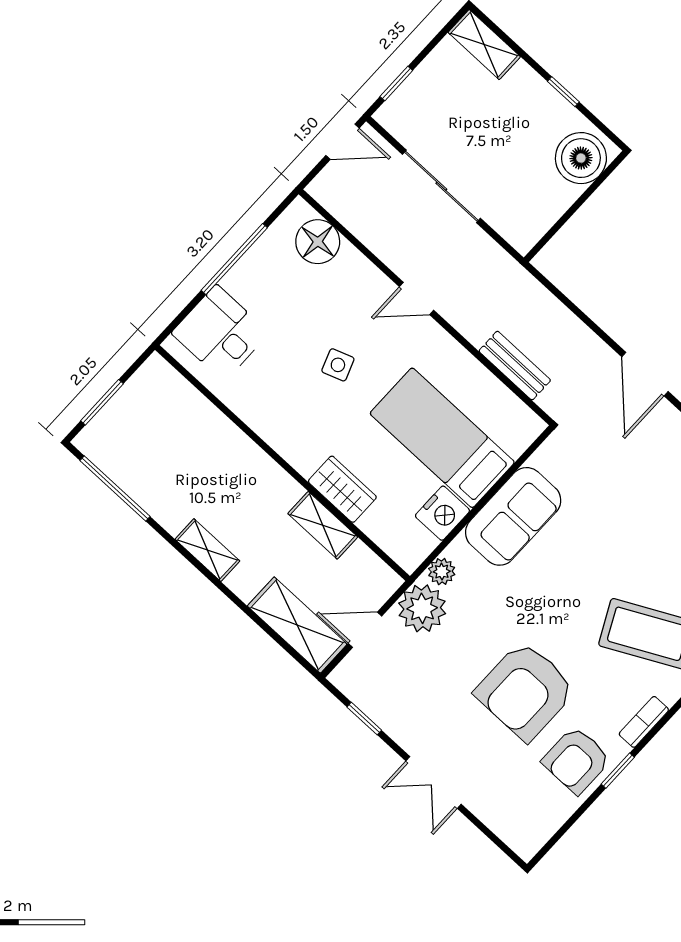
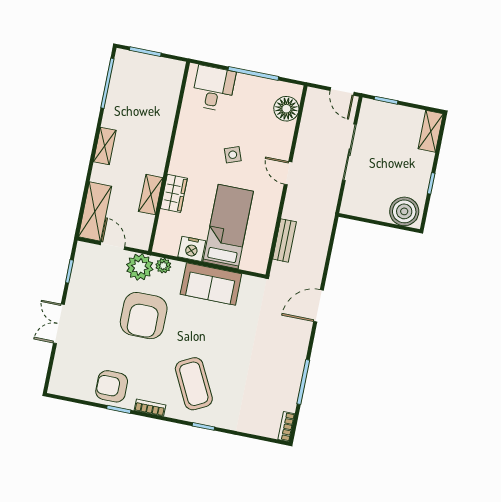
armchair: (525, 691) -> (144, 316), moved, turned -90

